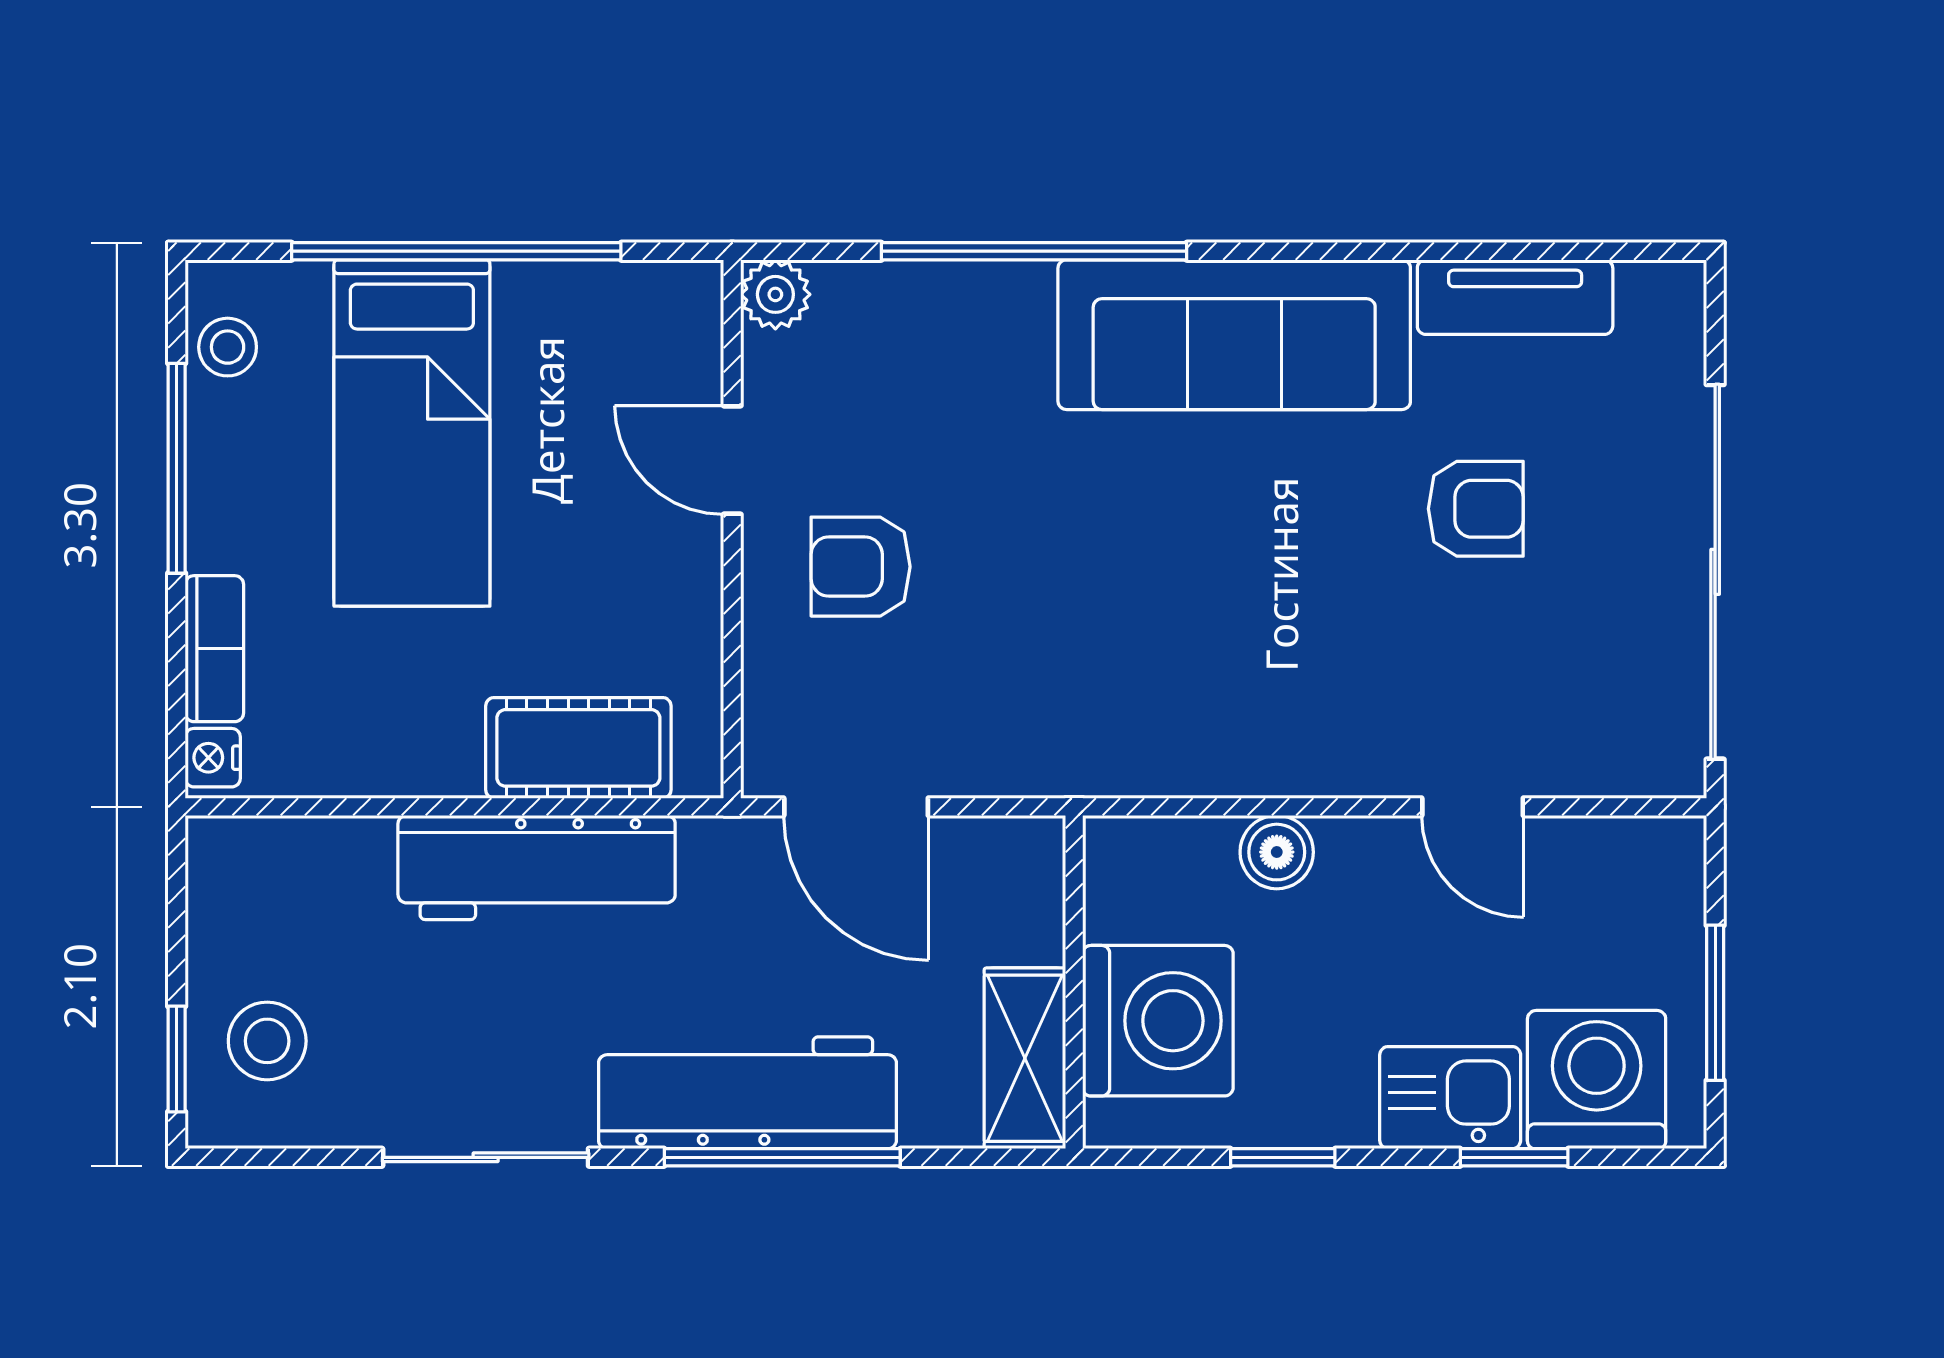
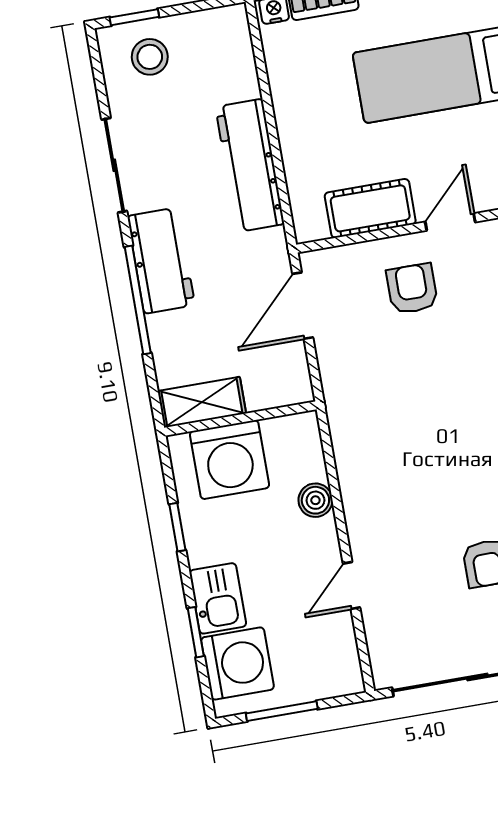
cot: (578, 748) -> (370, 208), moved, turned 90
workbench: (747, 1093) -> (161, 261), width x0.73

